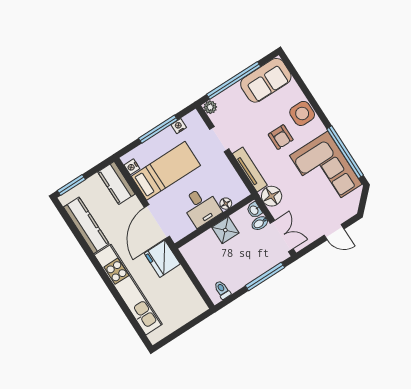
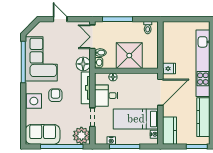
plant: (210, 107) -> (81, 136), width x1.88, depth x1.88
desk: (201, 207) -> (106, 96), moved, turned -90
shower: (225, 230) -> (129, 56), width x1.86, depth x1.86
fridge: (162, 259) -> (169, 69), width x0.53, depth x0.75

